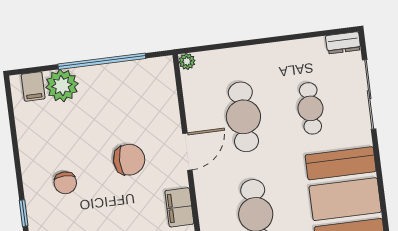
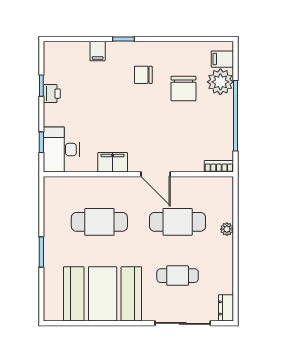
plant: (187, 61) -> (227, 229), moved
bookcase: (168, 74) -> (219, 166), added
chair: (129, 160) -> (183, 89), moved

